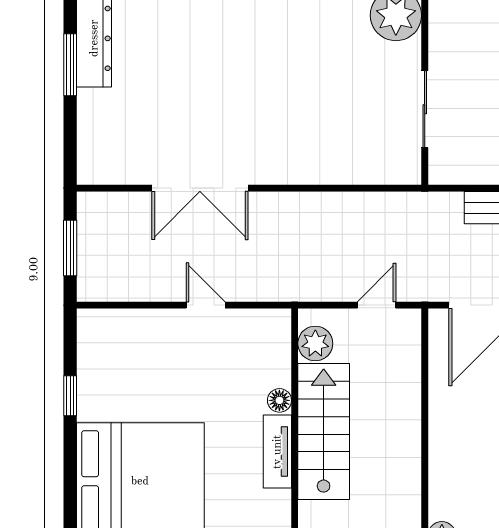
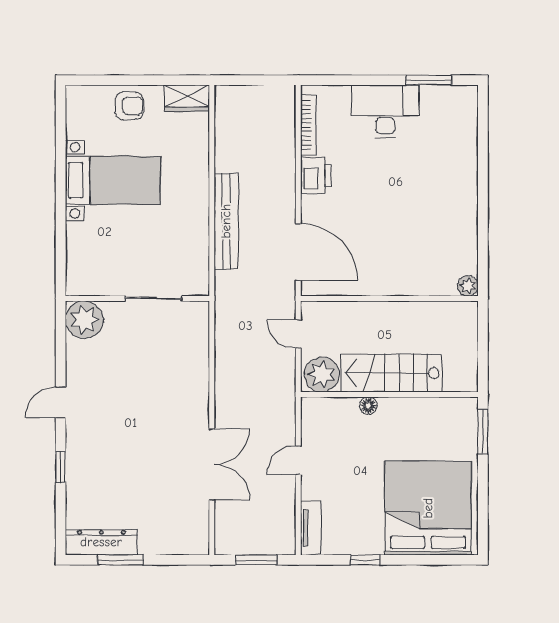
plant: (315, 343) -> (322, 375), width x1.36, depth x1.36
tv unit: (277, 452) -> (311, 528), moved, turned -90

